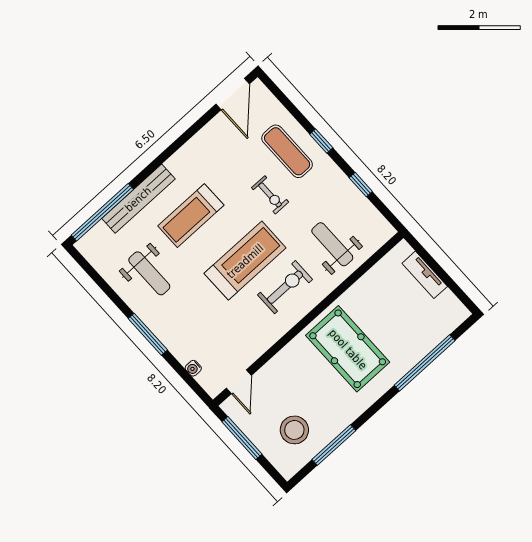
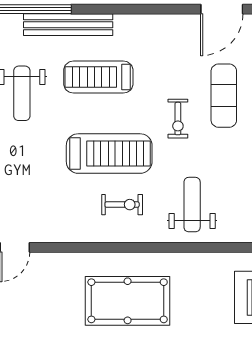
exercise bike: (285, 287) -> (122, 205), width x0.73, depth x0.72
pool table: (348, 349) -> (128, 301), turned 90
stool: (294, 430) -> (24, 328), removed

